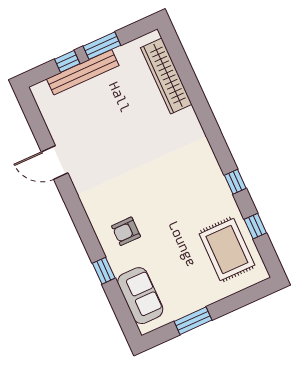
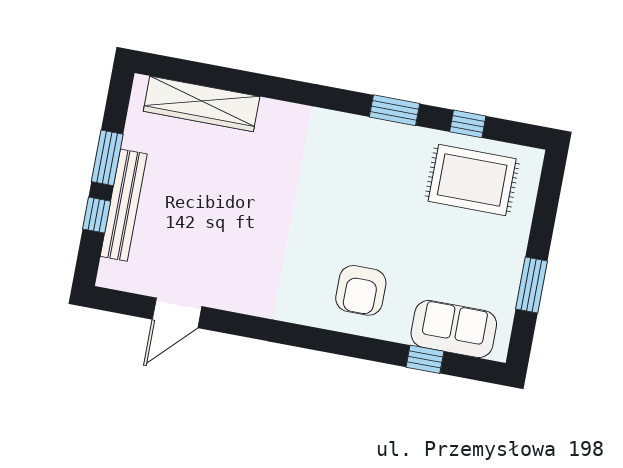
door: (55, 162) -> (177, 313), moved
window: (235, 182) -> (394, 110), width x1.50
armchair: (126, 231) -> (361, 290), width x1.38, depth x1.38
window: (104, 271) -> (425, 359), moved

